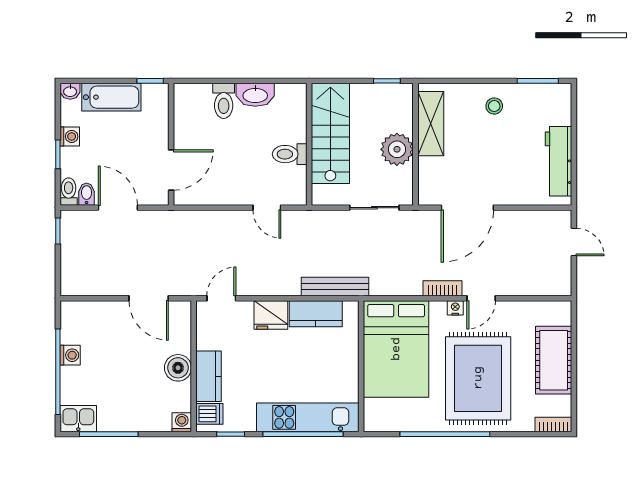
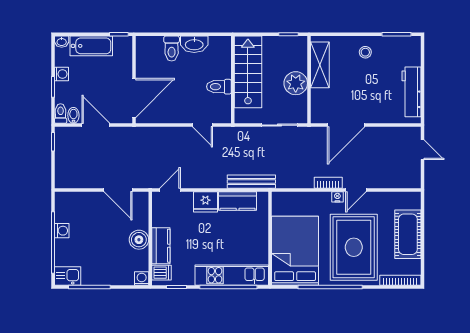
door: (171, 170) -> (134, 98), width x1.36
bed: (396, 349) -> (295, 251), moved, turned 180
bookcase: (553, 424) -> (400, 280), width x1.56

